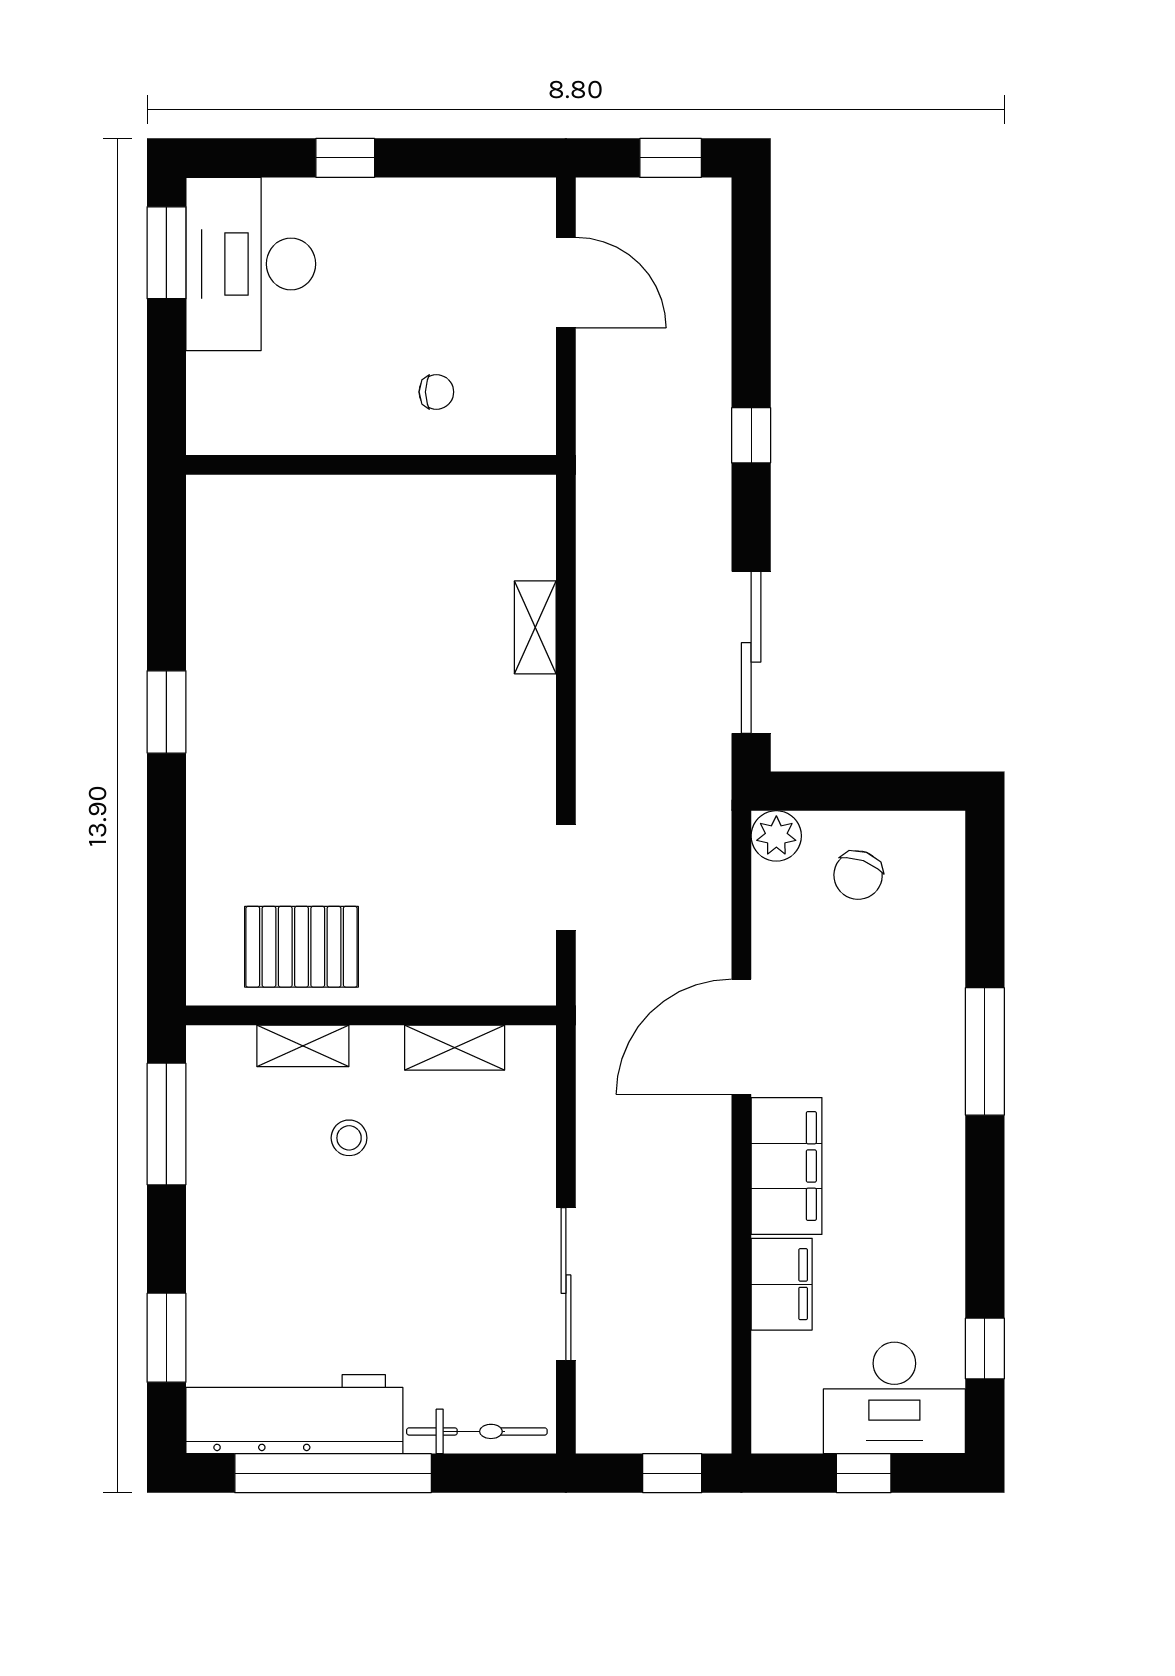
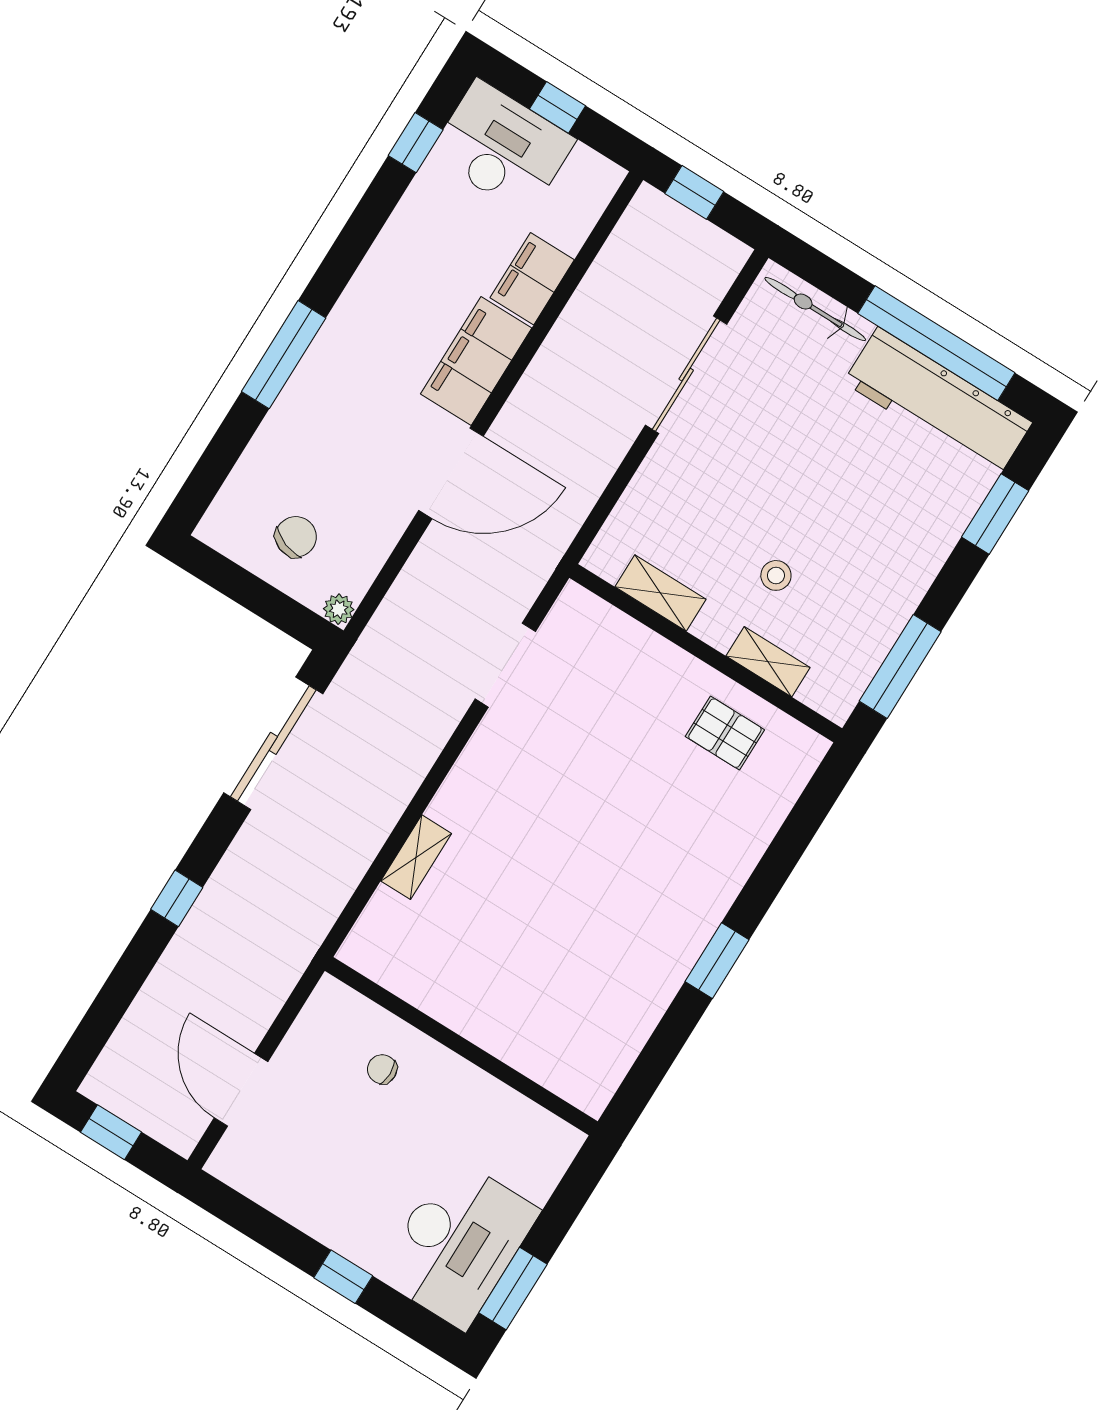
plant: (776, 836) -> (339, 609), width x0.73, depth x0.73
pallet: (302, 947) -> (725, 733), width x0.67, depth x0.71

